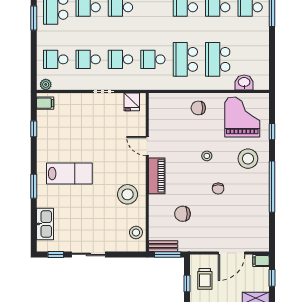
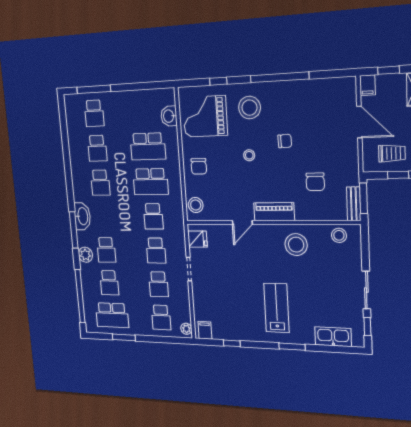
stool: (163, 102) -> (196, 205), added

